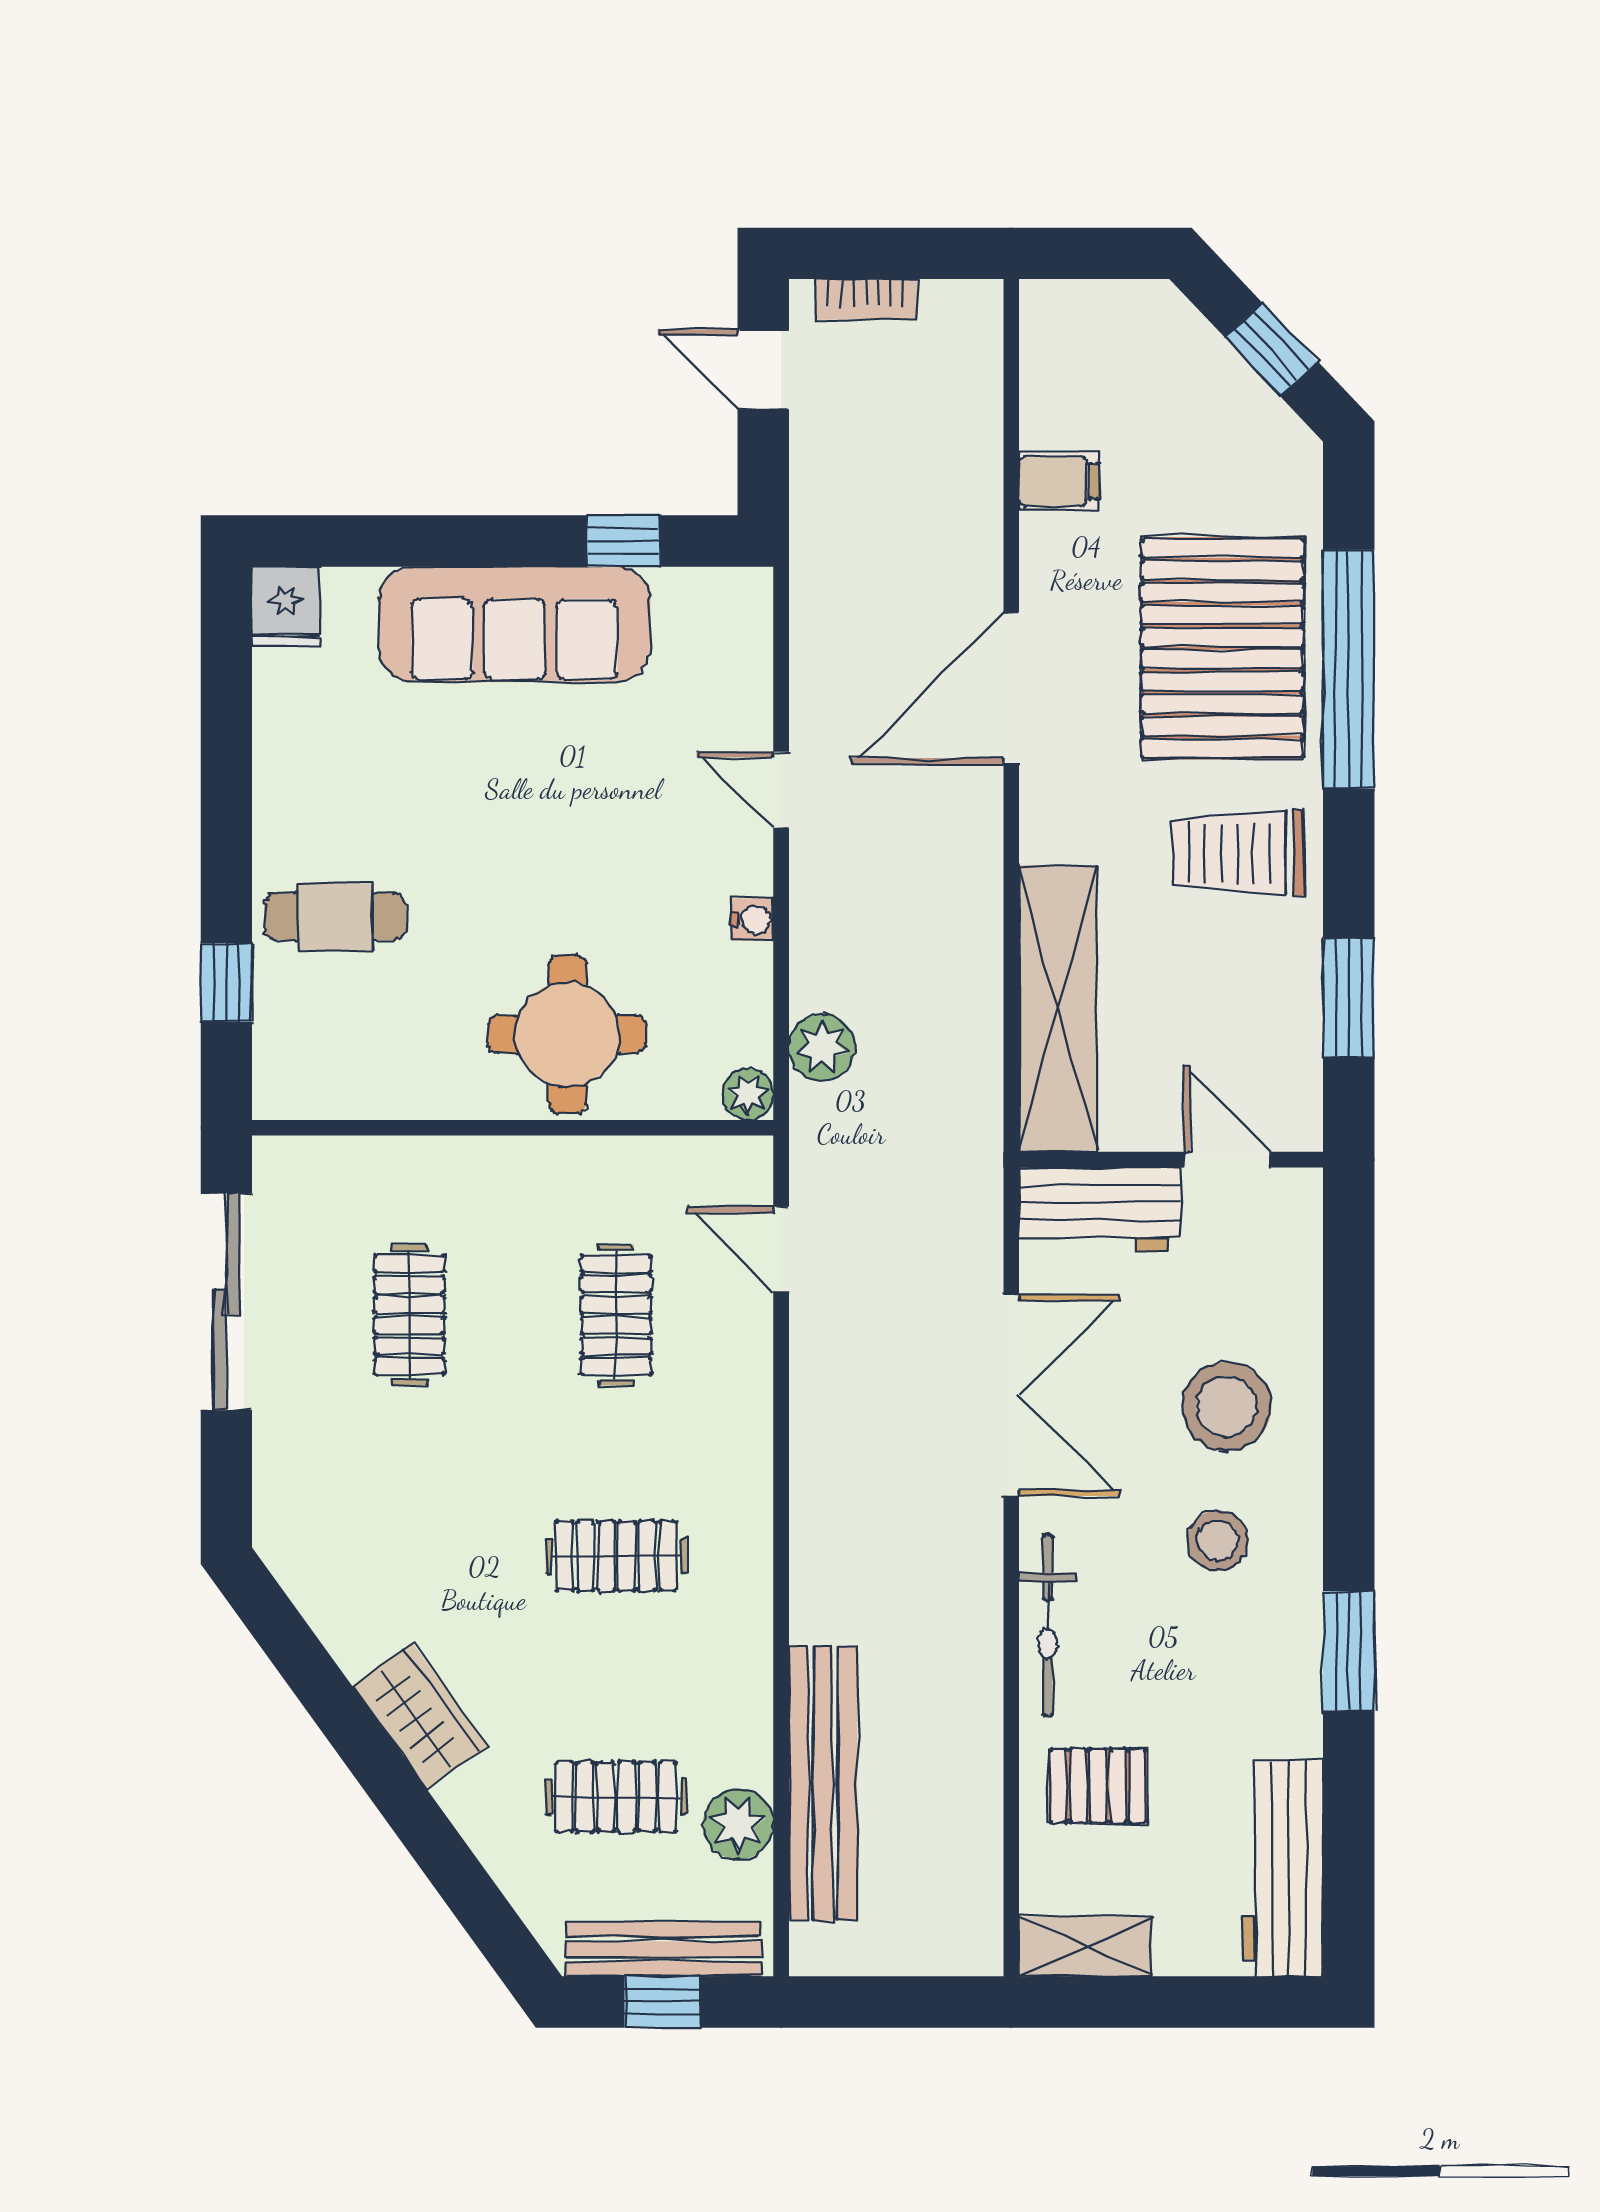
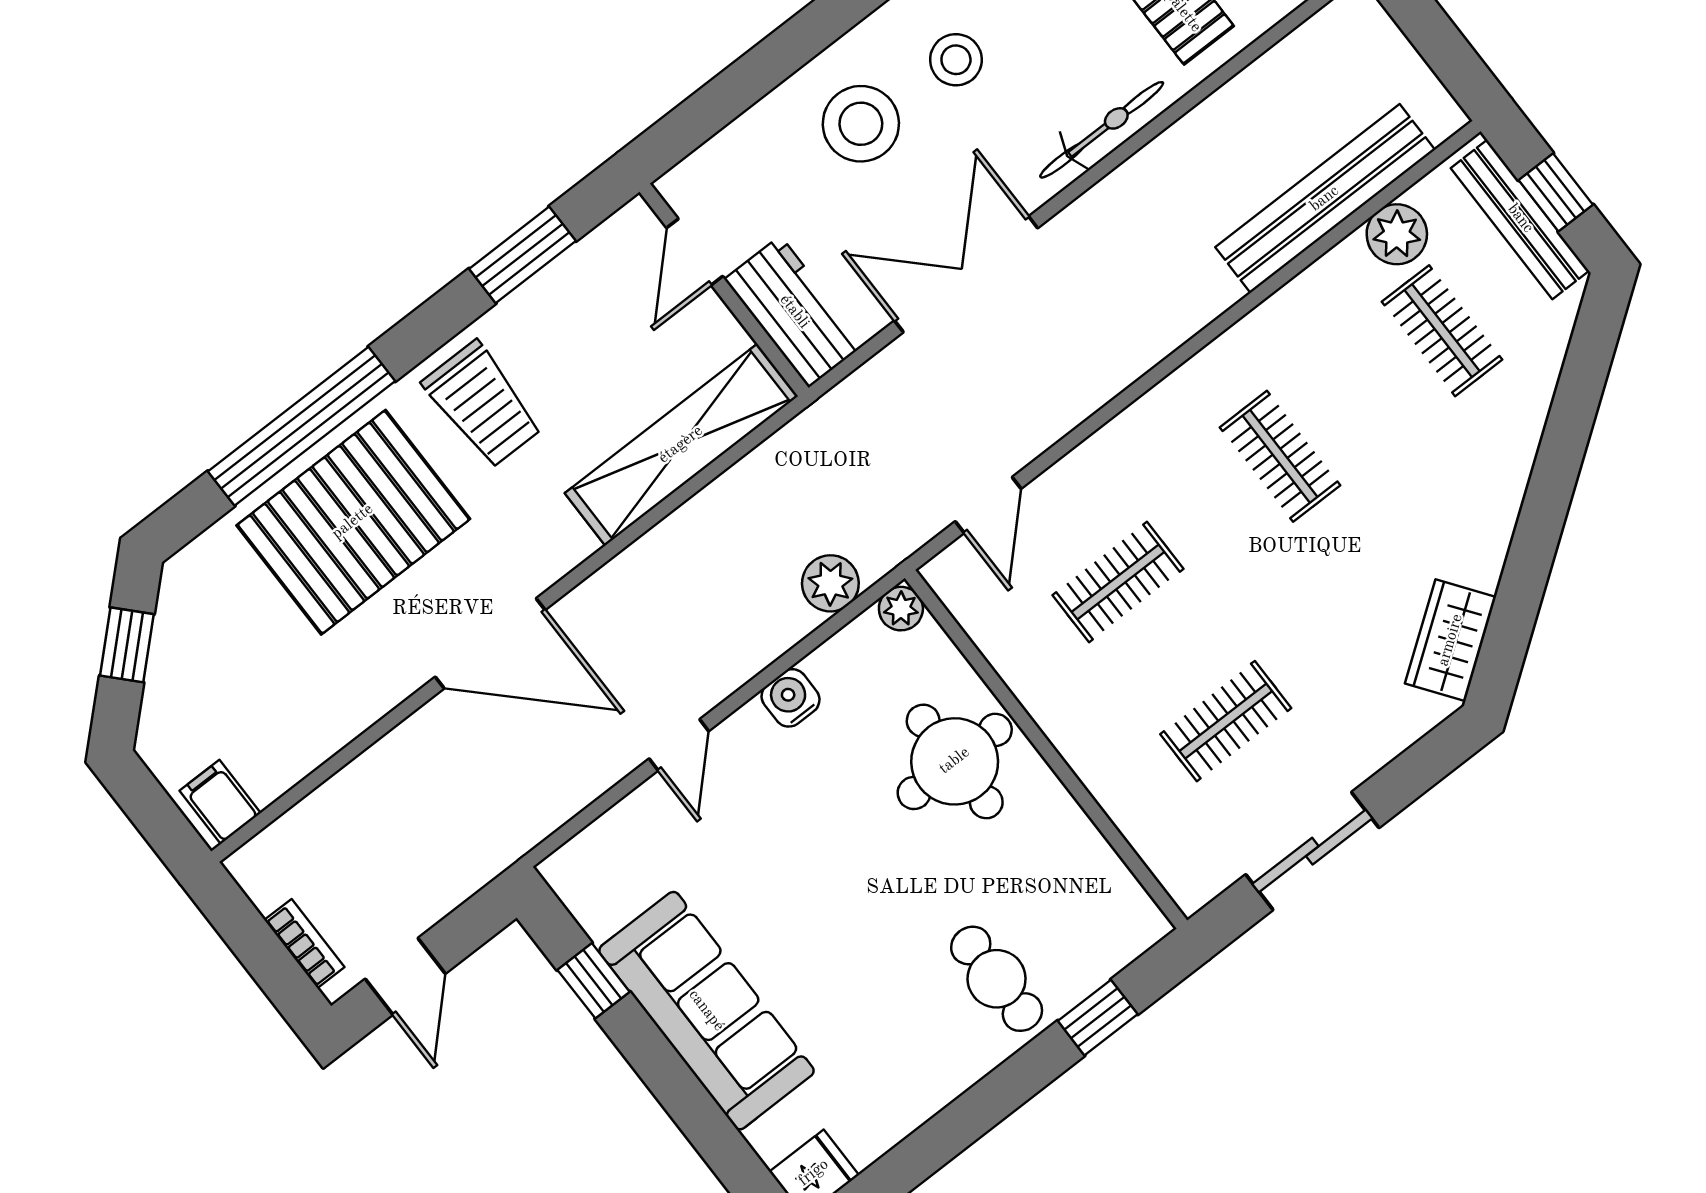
filing cabinet: (1059, 481) -> (220, 802), moved
water cooler: (752, 919) -> (791, 698), width x1.38, depth x1.38
sliding door: (226, 1302) -> (1312, 851), width x0.73
wardrobe: (420, 1716) -> (1451, 640), moved

